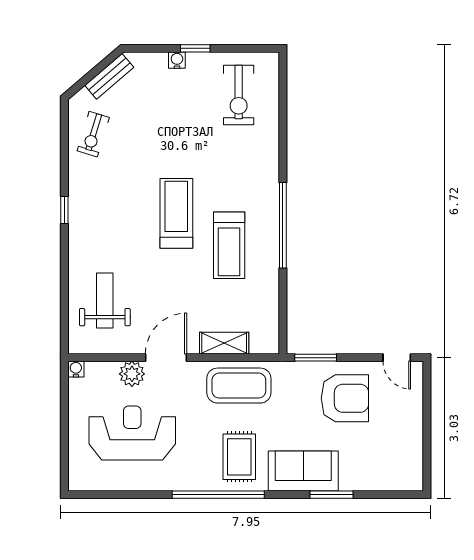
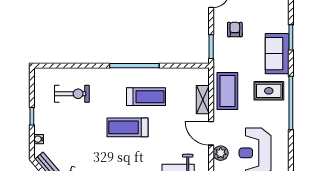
water cooler: (177, 60) -> (39, 139), moved
exercise bike: (239, 95) -> (72, 94), moved
armchair: (345, 398) -> (235, 30), width x0.53, depth x0.53

